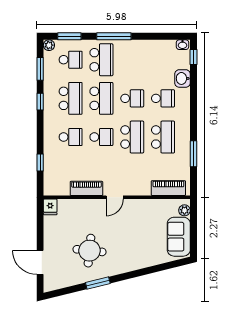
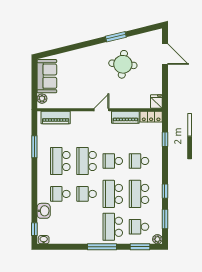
locker: (56, 189) -> (151, 117), added

